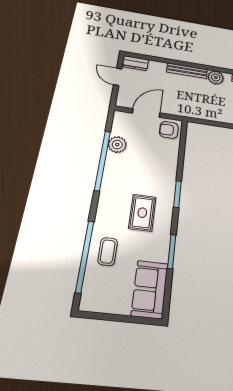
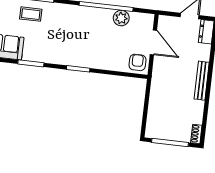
plant: (216, 77) -> (196, 108), removed
rug: (142, 213) -> (62, 40), removed

